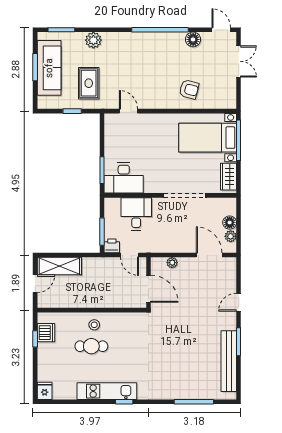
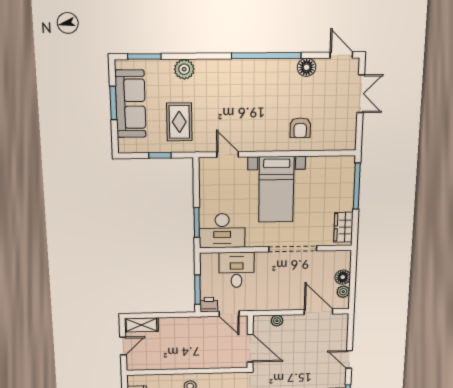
armchair: (189, 89) -> (300, 128), turned 76
bed with nightstands: (208, 138) -> (276, 189), moved, turned -90
shelving: (59, 266) -> (141, 325), width x0.67, depth x0.75
door: (239, 302) -> (349, 359), hinge flipped

